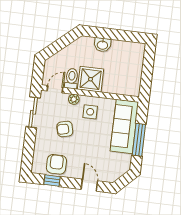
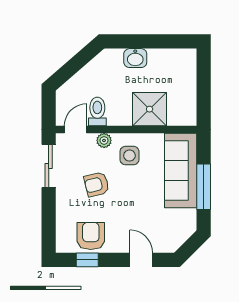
shower: (91, 79) -> (150, 109), moved

